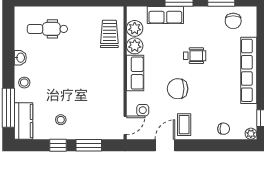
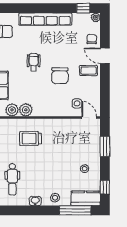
trolley: (109, 34) -> (31, 139), moved
row of seats: (135, 73) -> (47, 109), removed
window: (58, 145) -> (105, 187), moved
door: (165, 145) -> (105, 56), moved

